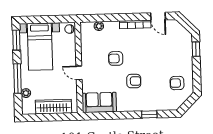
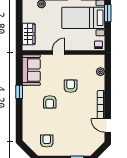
door: (158, 16) -> (108, 125), hinge flipped
window: (34, 20) -> (108, 13), added
wardrobe: (54, 107) -> (29, 34), width x0.67
window: (149, 114) -> (19, 92), moved

